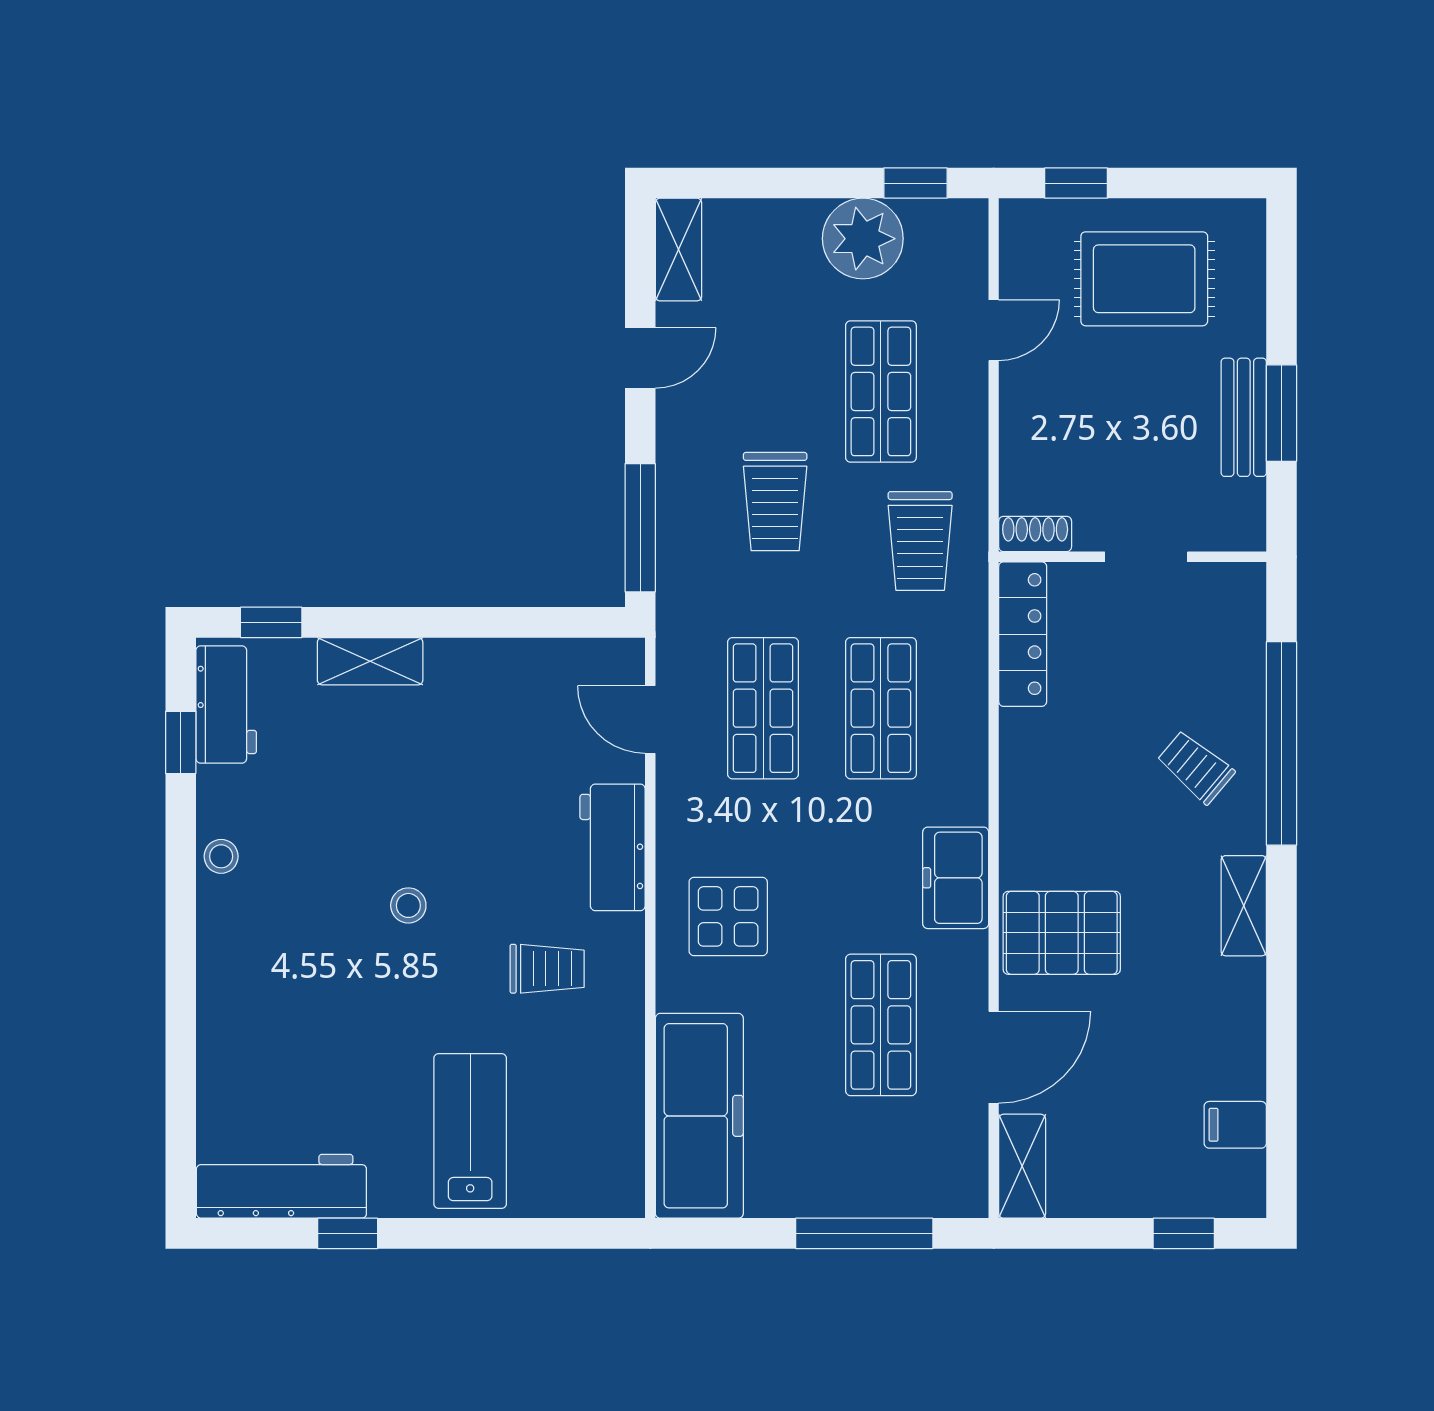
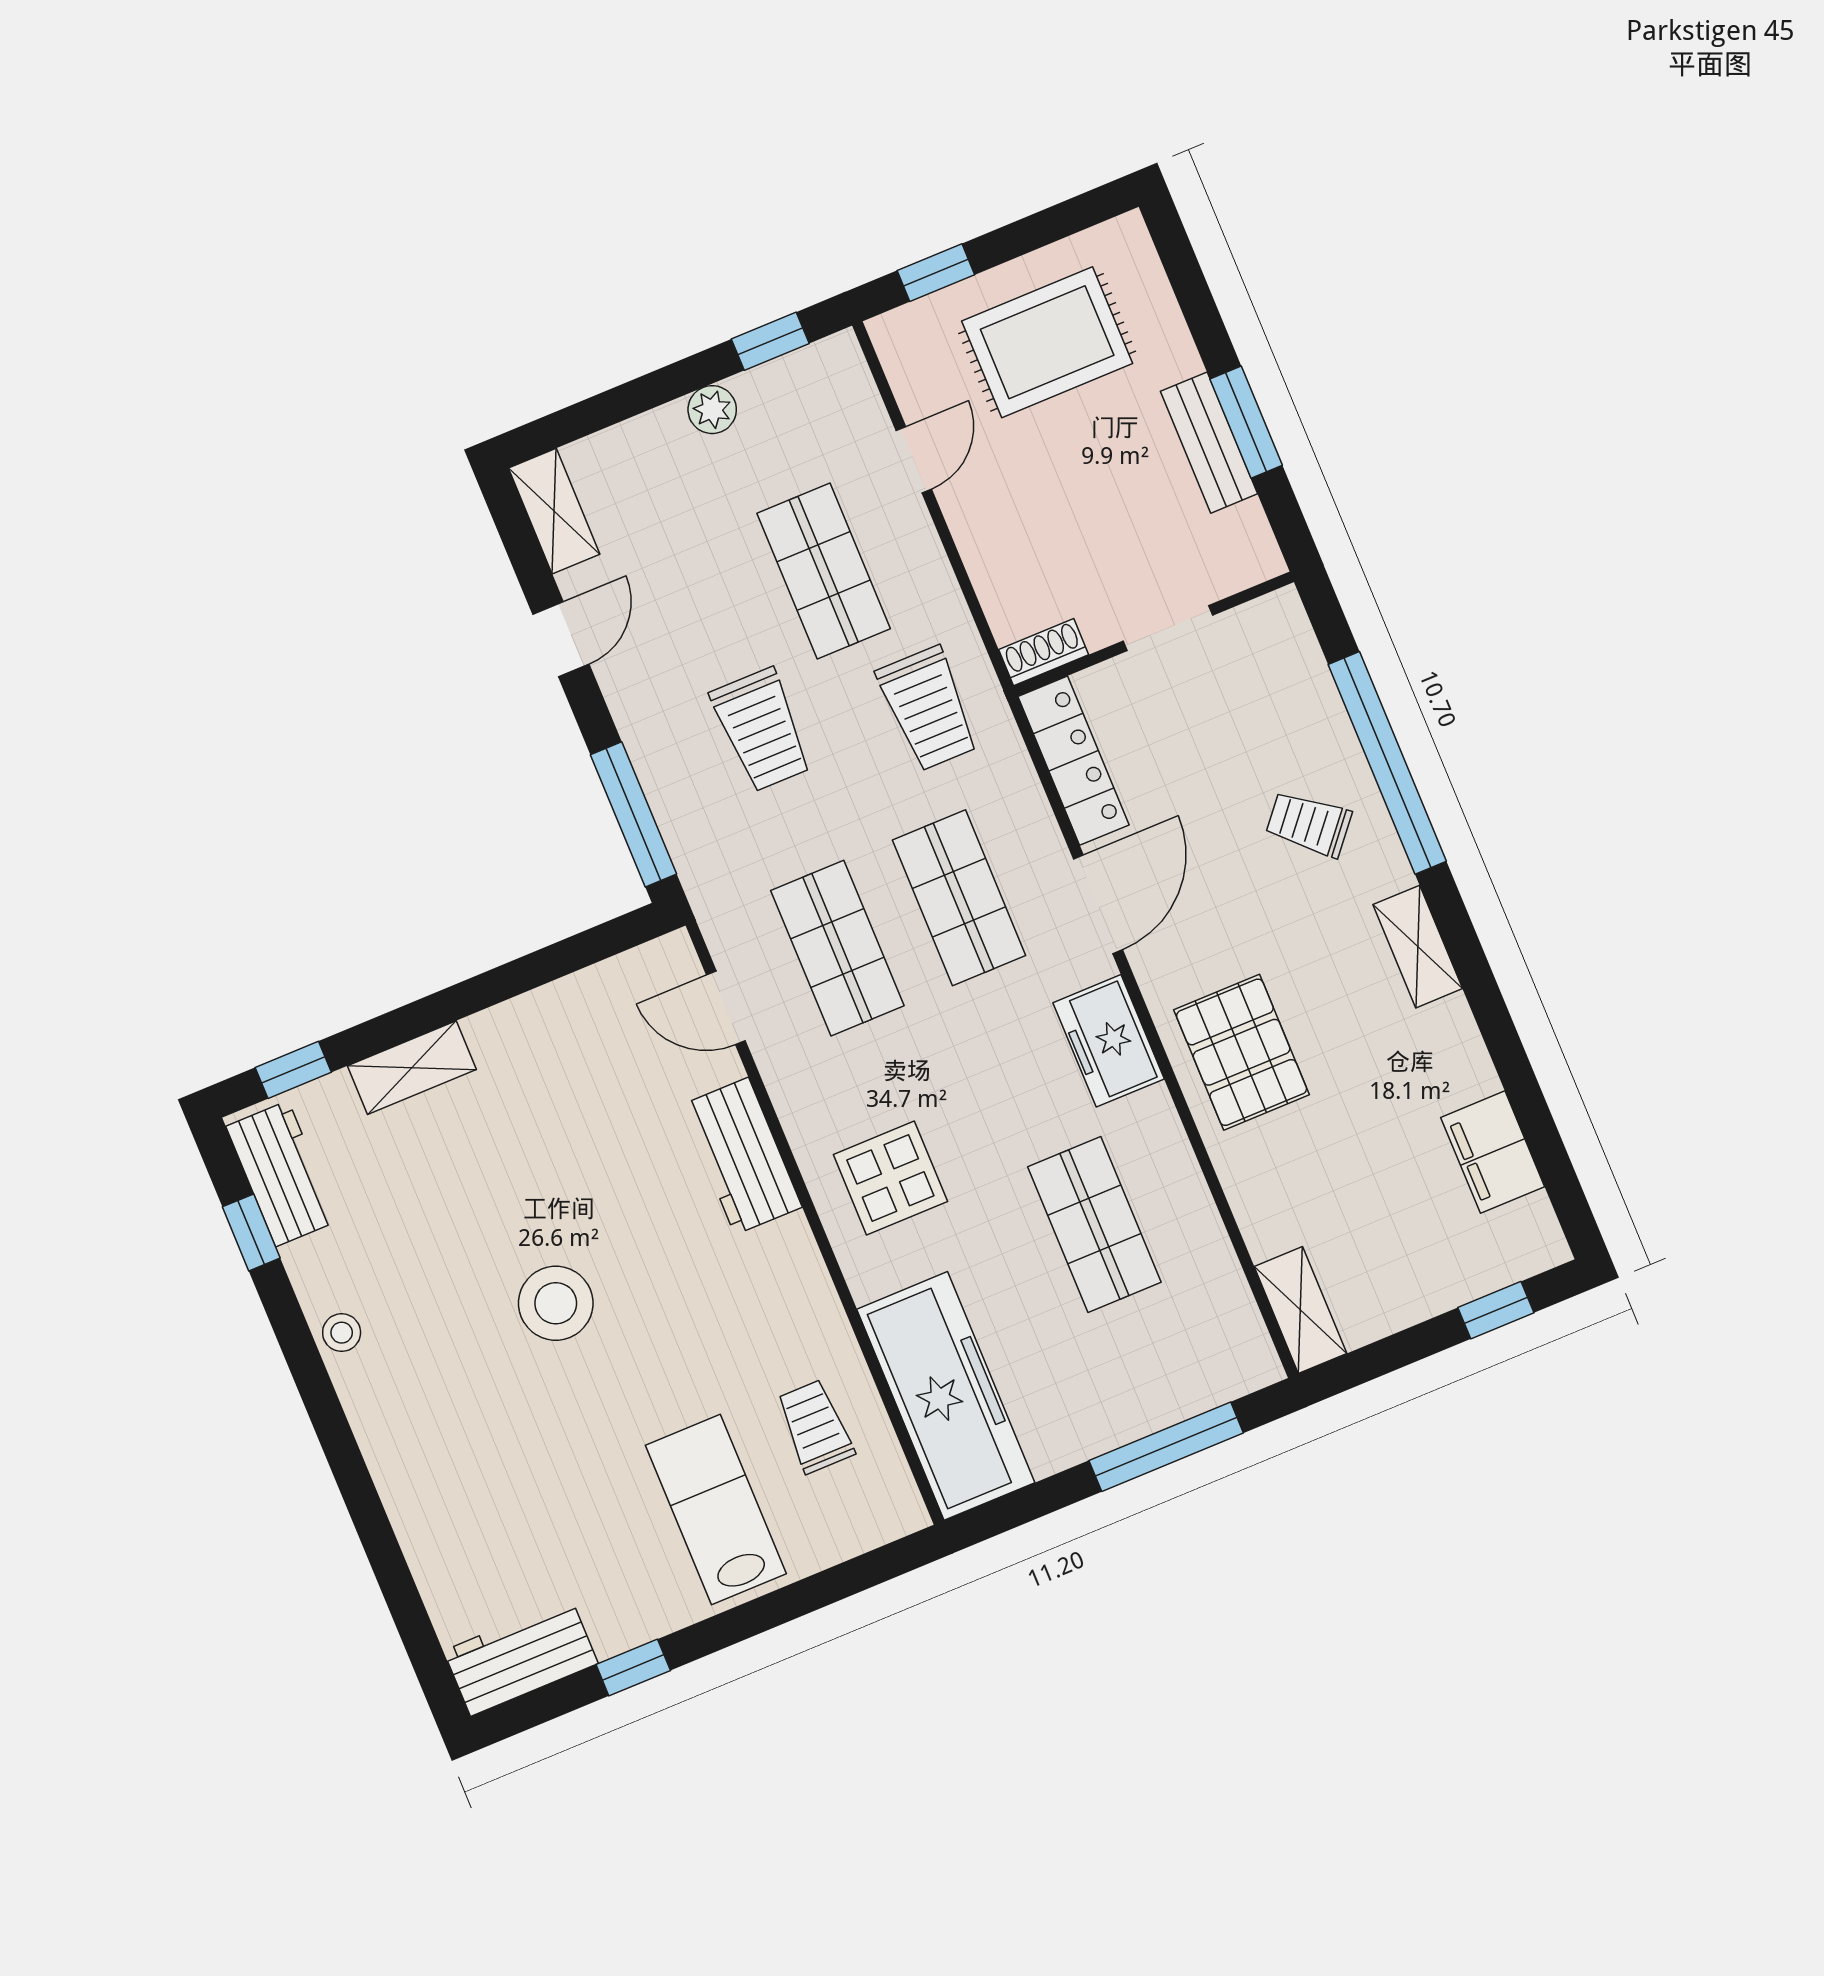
plant: (863, 239) -> (712, 410), width x0.53, depth x0.53
stool: (408, 905) -> (556, 1303), width x1.89, depth x1.89
pallet: (1062, 933) -> (1242, 1052), turned 90
trolley: (547, 969) -> (815, 1426), moved, turned -90
door: (994, 1057) -> (1098, 904), moved
filing cabinet: (1235, 1125) -> (1493, 1152), width x2.00
workbench: (281, 1186) -> (521, 1657), width x0.73

